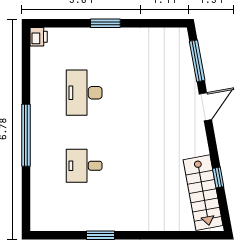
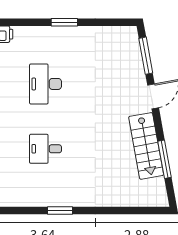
window: (218, 177) -> (165, 159), width x2.17
stairs: (203, 193) -> (146, 146), moved

